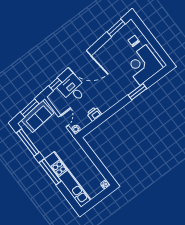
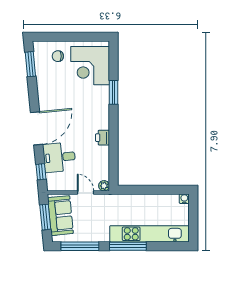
printer: (94, 114) -> (102, 138), moved

